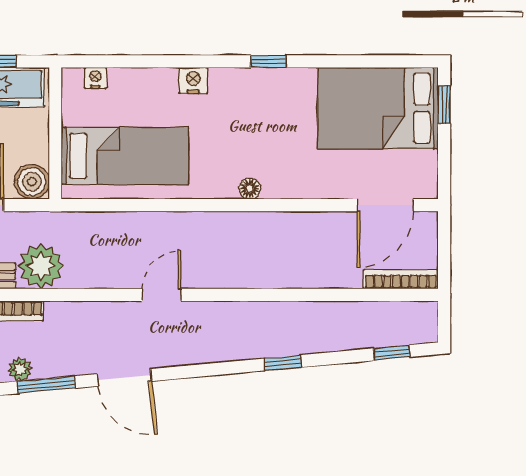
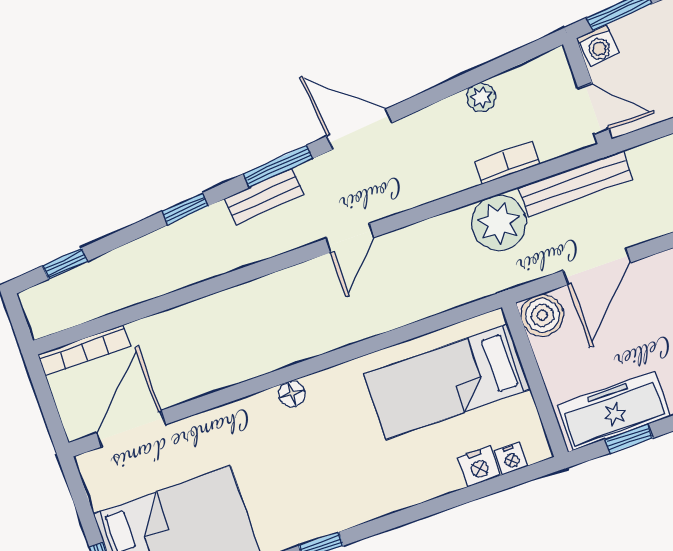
nightstand: (193, 80) -> (479, 467), moved
bench: (217, 351) -> (264, 196), added
window: (46, 385) -> (278, 166), moved

